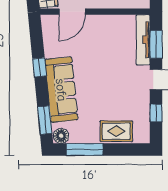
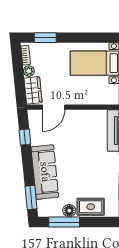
window: (39, 67) -> (25, 137), moved
floor lamp: (61, 136) -> (69, 211), moved

